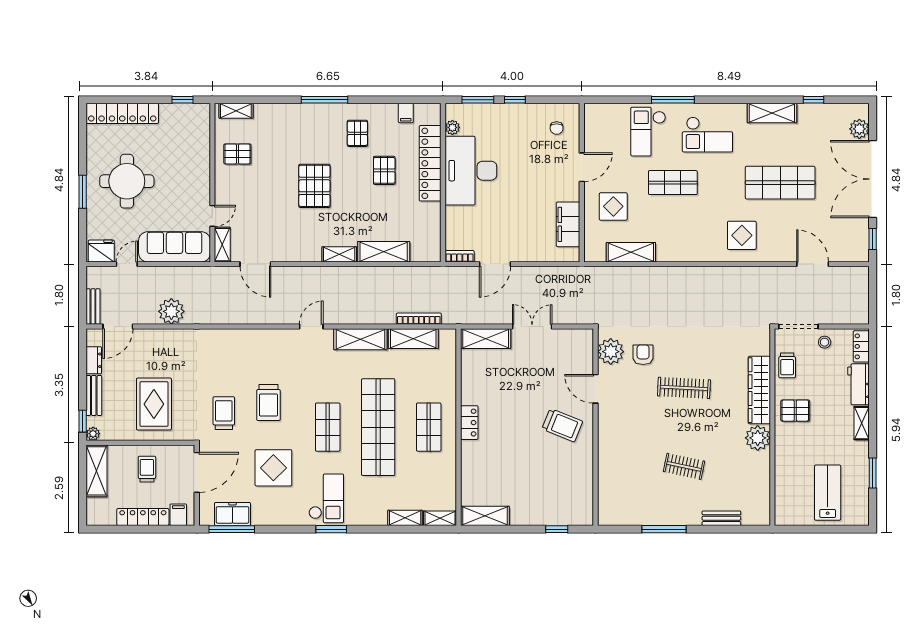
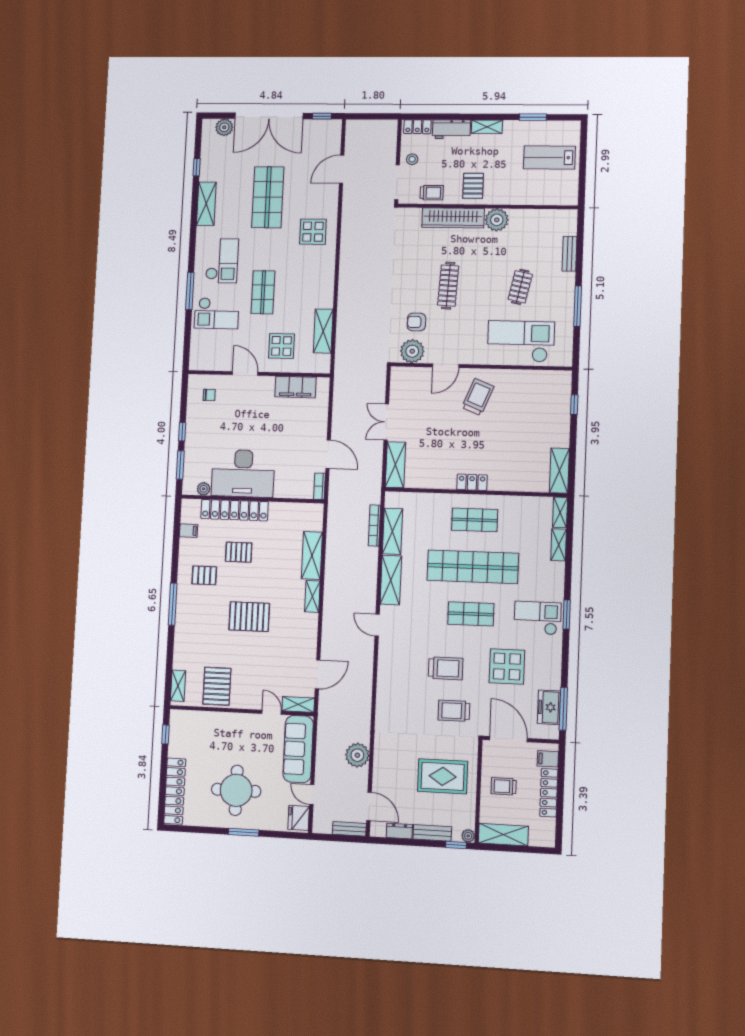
pallet: (237, 154) -> (217, 686), width x1.50, depth x1.42
checkout: (624, 469) -> (521, 341), added

